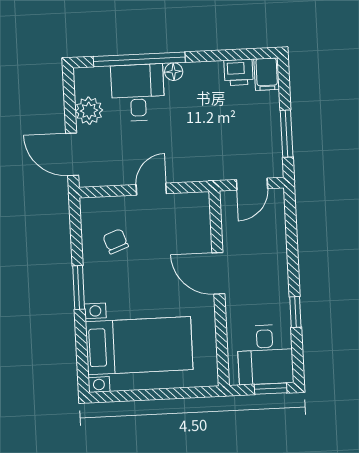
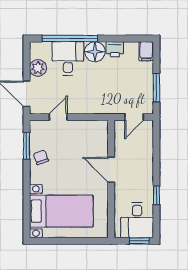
floor lamp: (174, 72) -> (95, 52), width x1.89, depth x1.89
printer: (239, 72) -> (115, 49), moved
door: (151, 189) -> (58, 117), moved
chair: (116, 241) -> (41, 157), moved
window: (79, 288) -> (27, 146), moved

